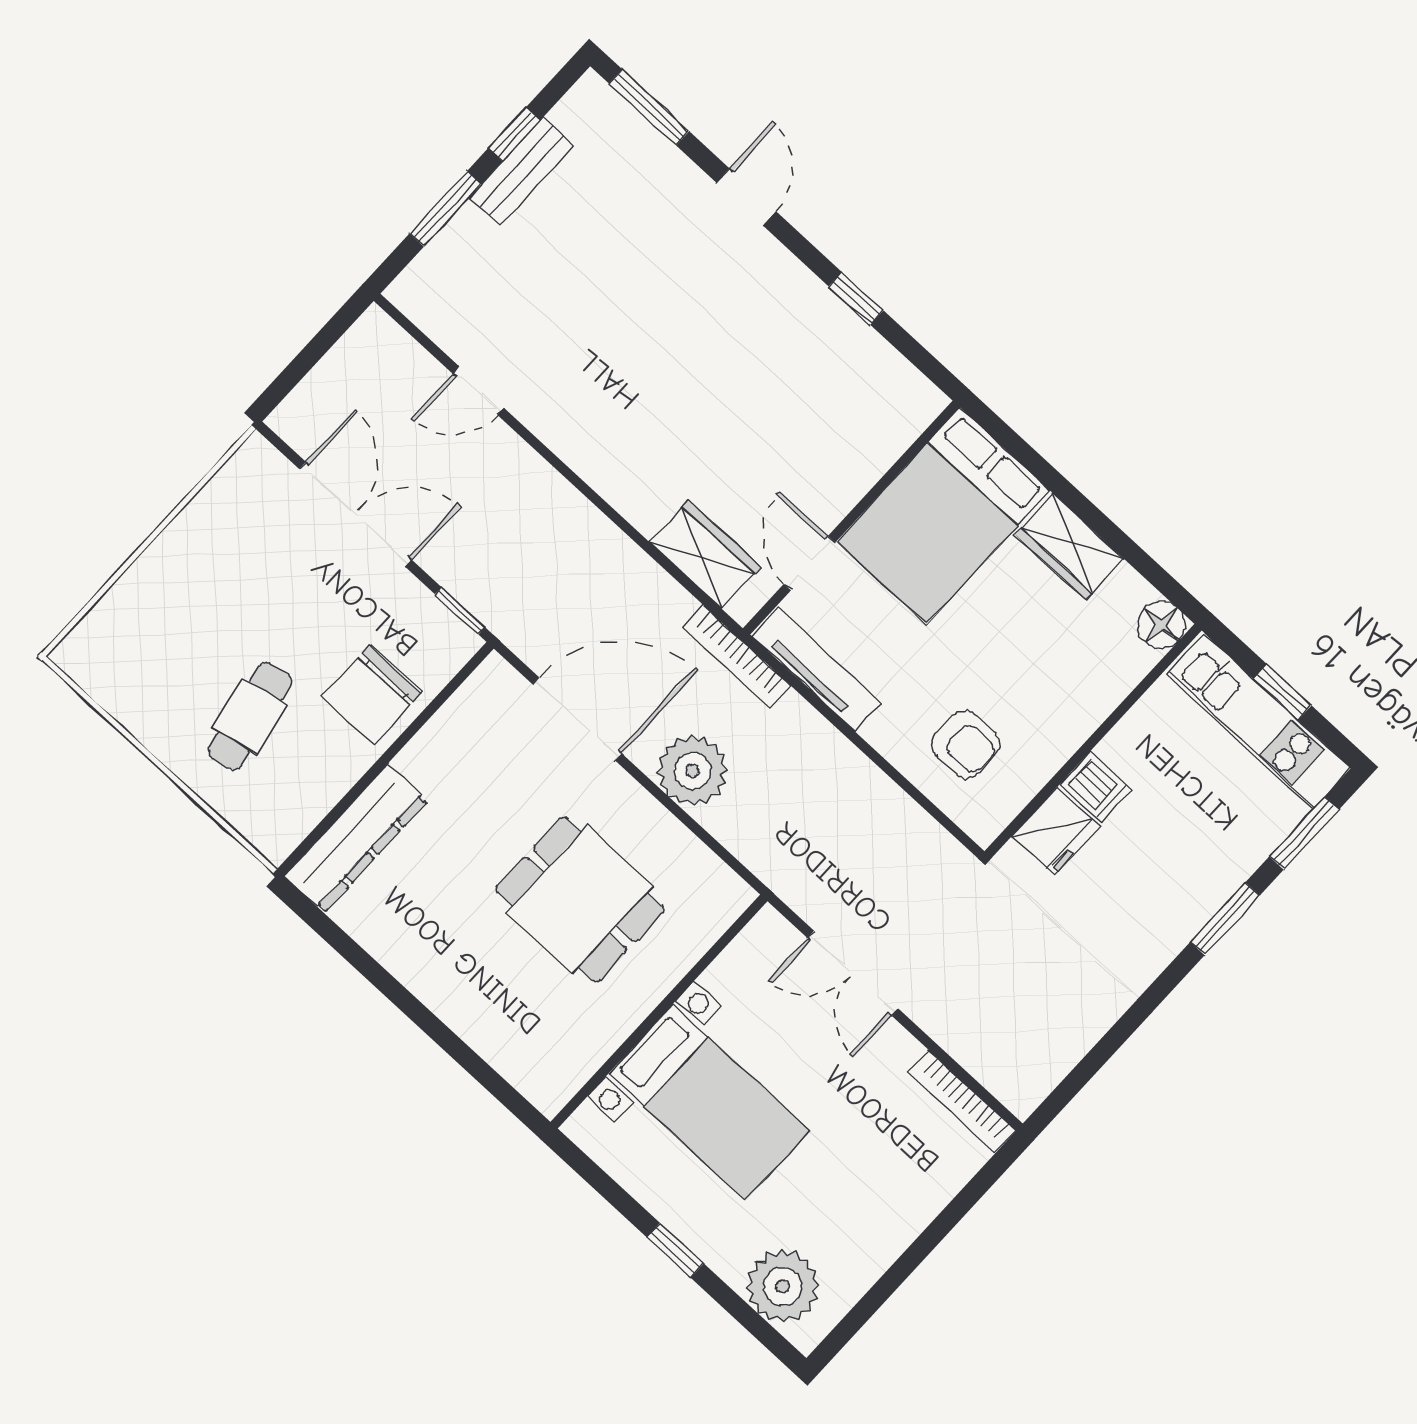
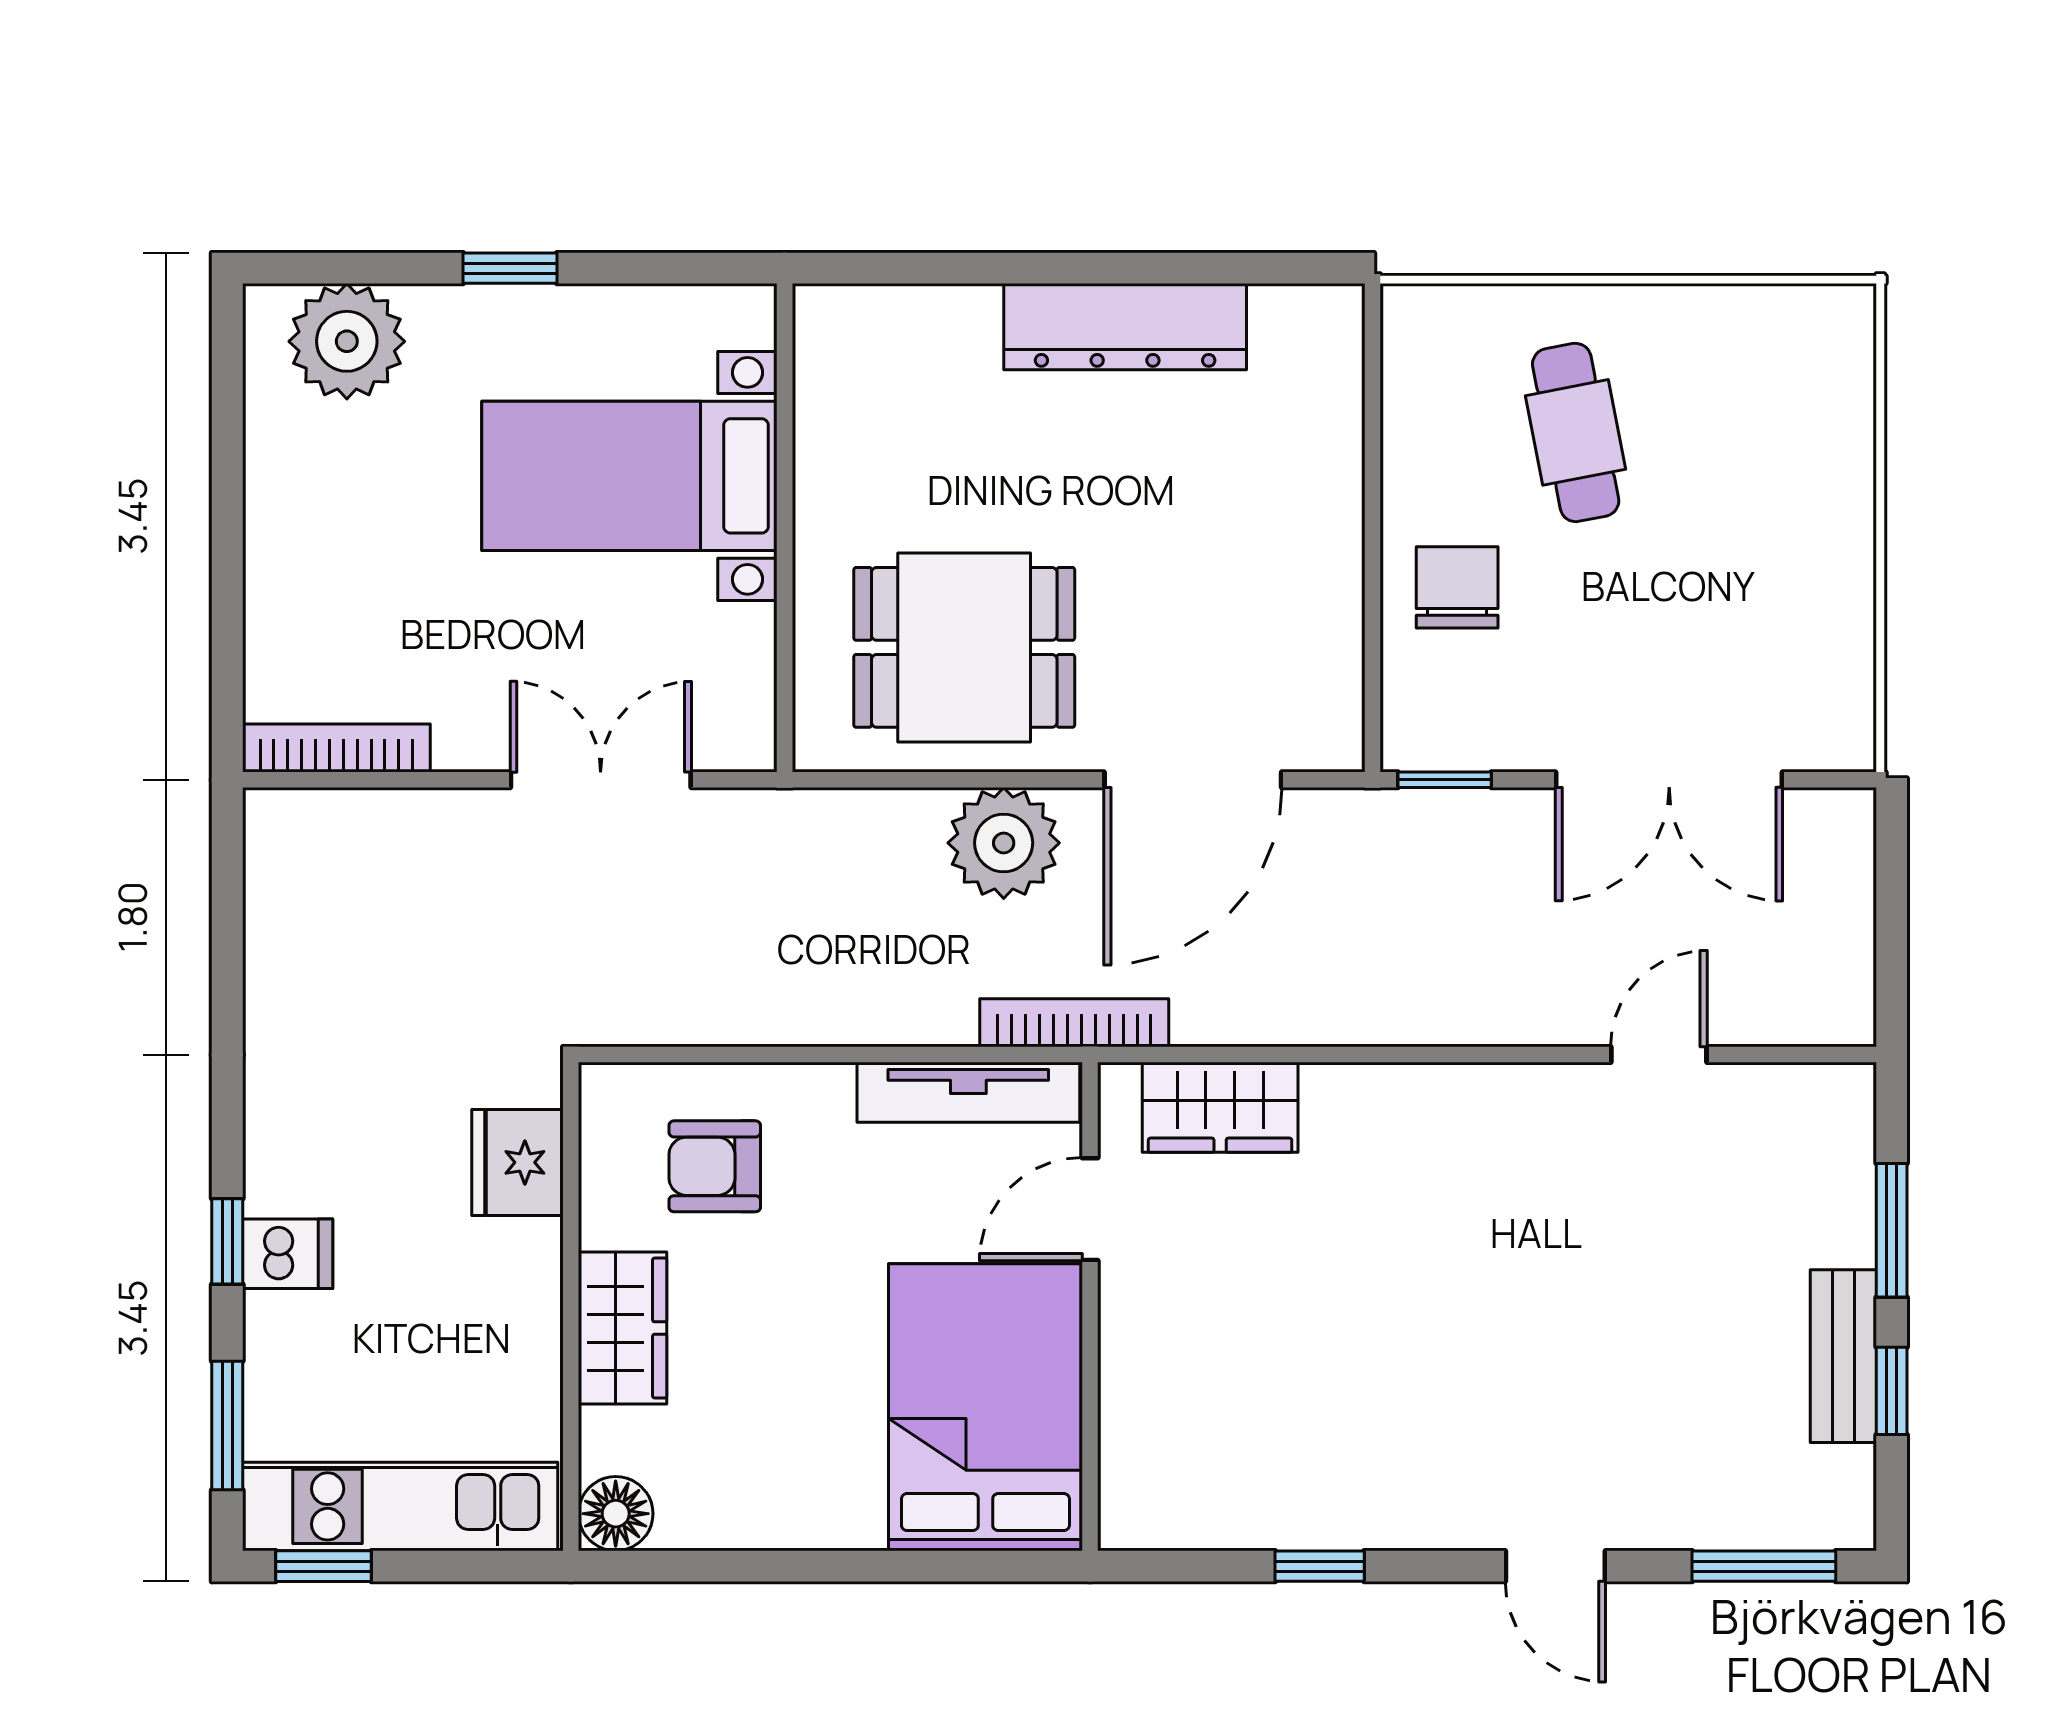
wardrobe: (1069, 546) -> (623, 1328), moved, turned 90
door: (810, 563) -> (1090, 1209), swing flipped
window: (1283, 692) -> (324, 1566), moved
chair: (372, 695) -> (1457, 587), width x0.73, depth x0.73
dishwasher: (1096, 787) -> (288, 1254), moved, turned 180
dresser: (356, 838) -> (1125, 327), moved, turned -90
dining table: (580, 899) -> (964, 647), moved
window: (1225, 919) -> (227, 1241), width x0.67

